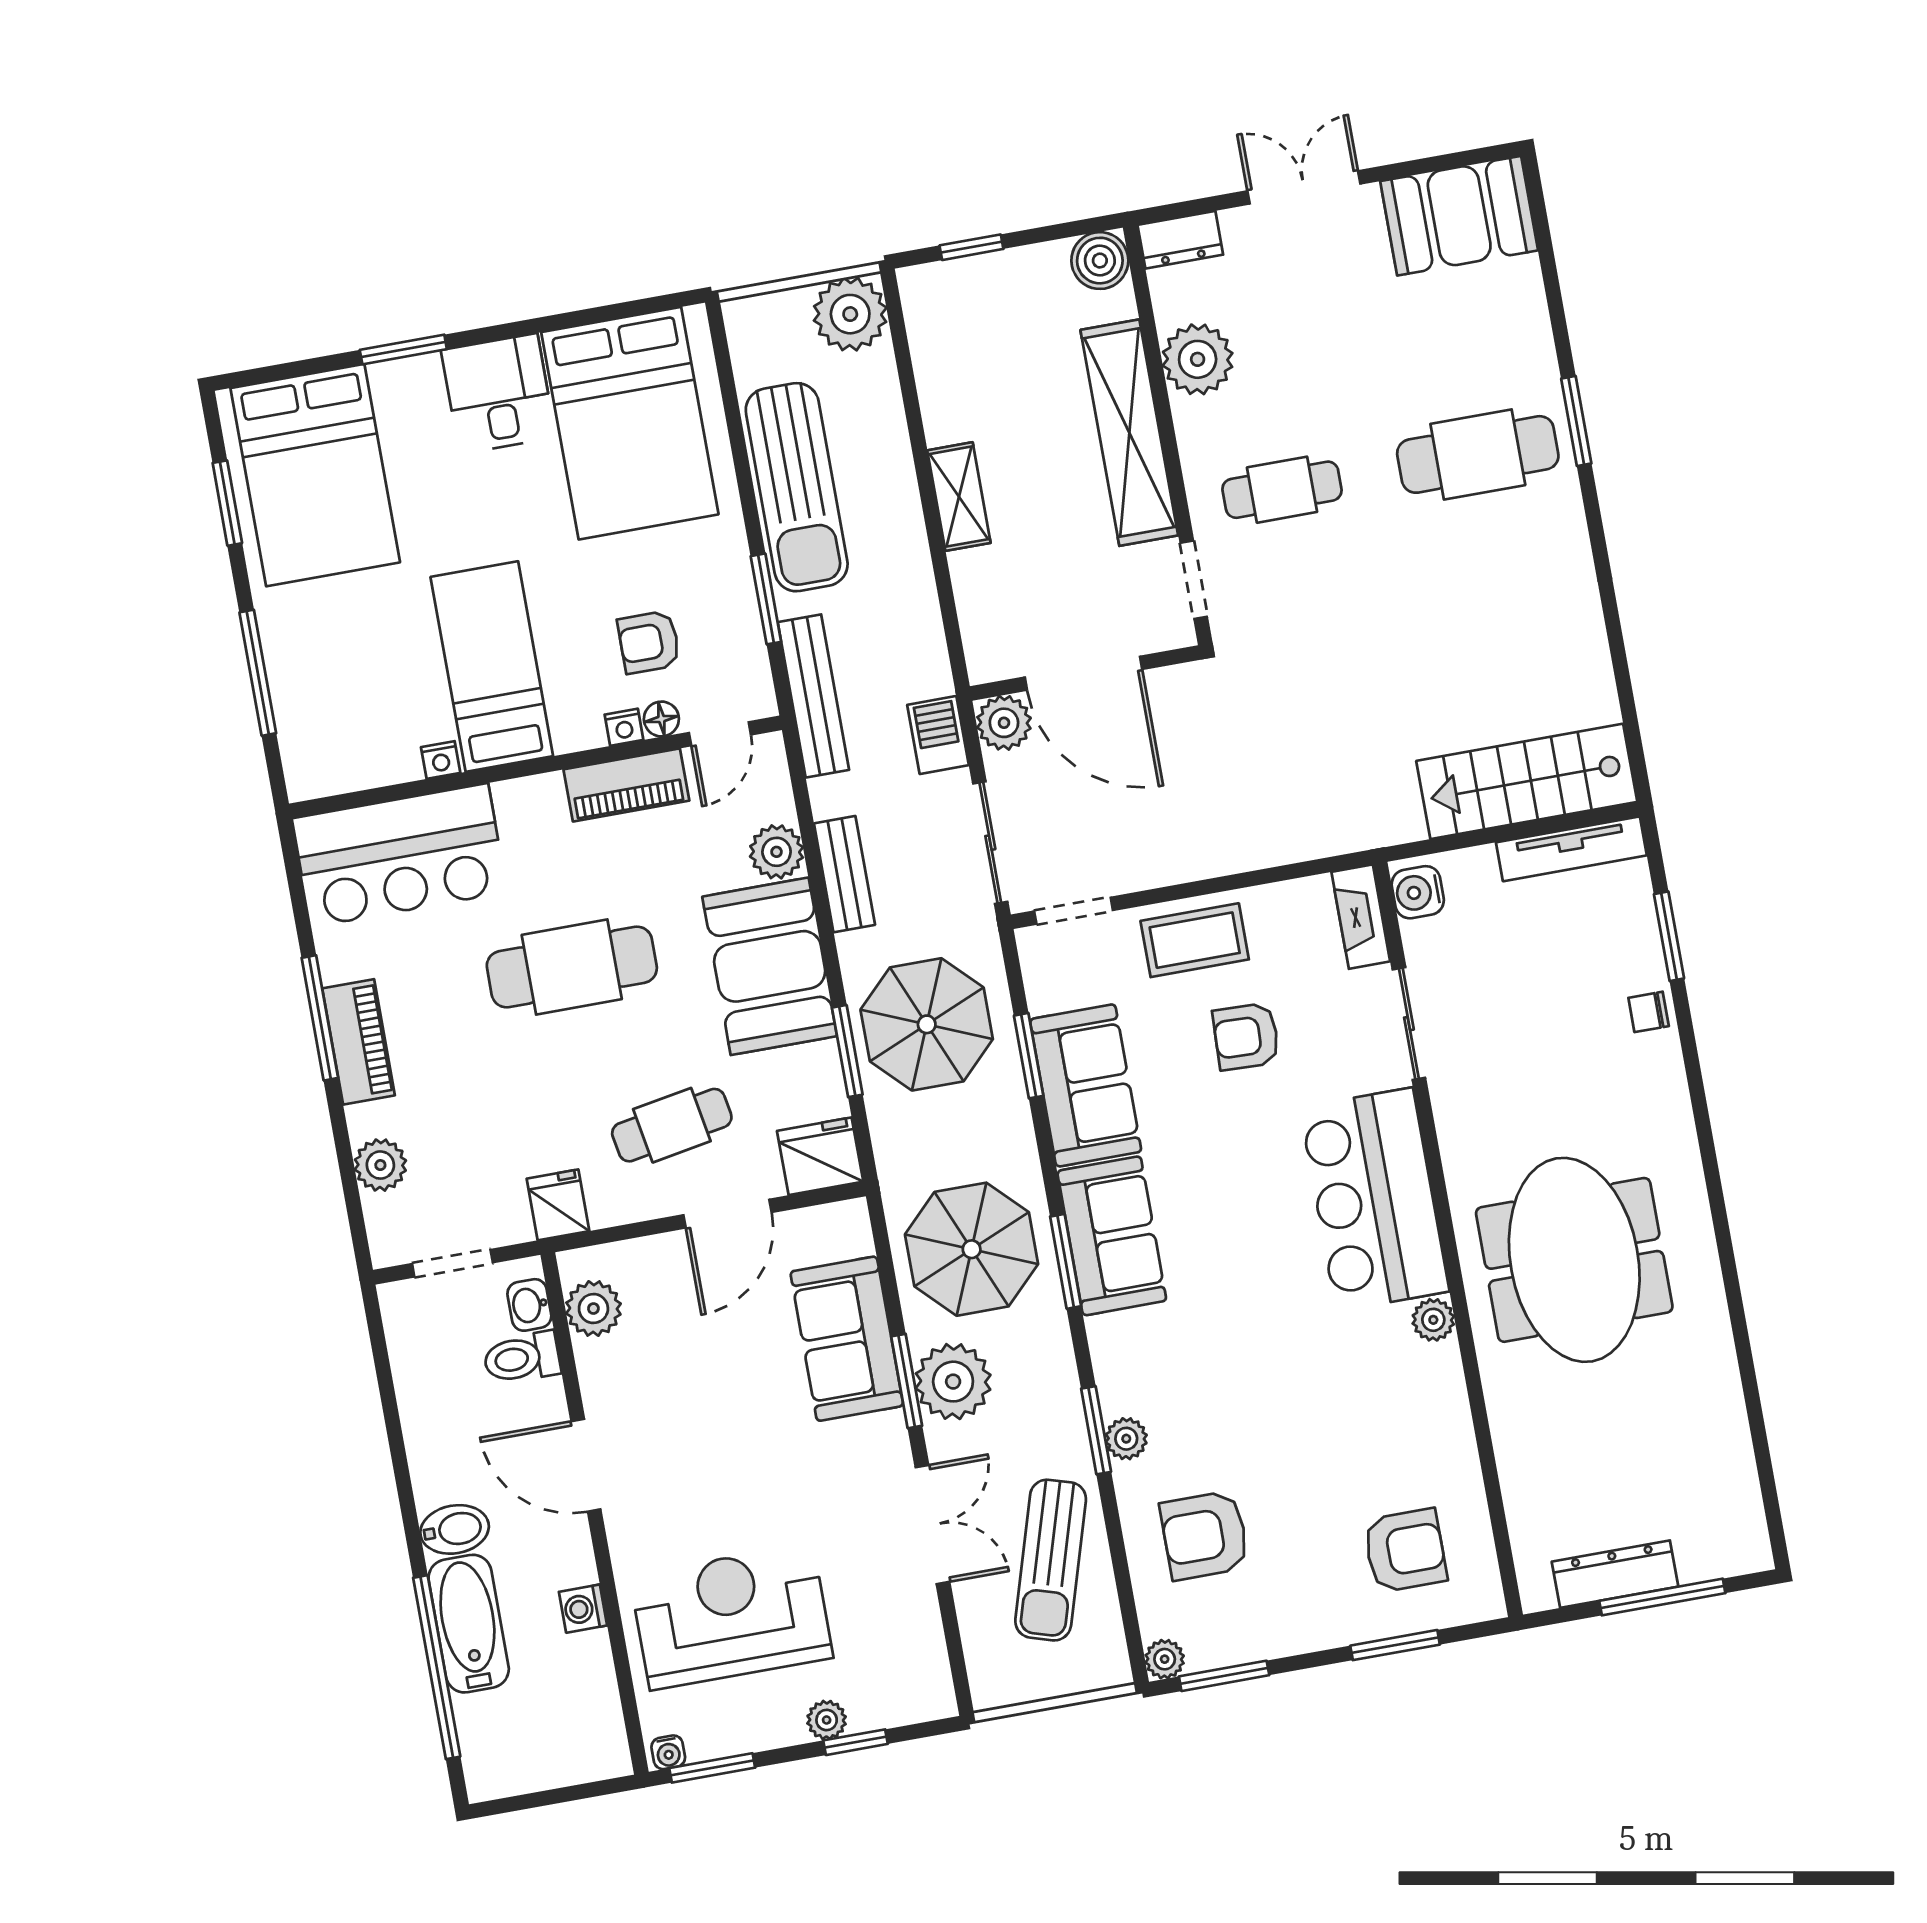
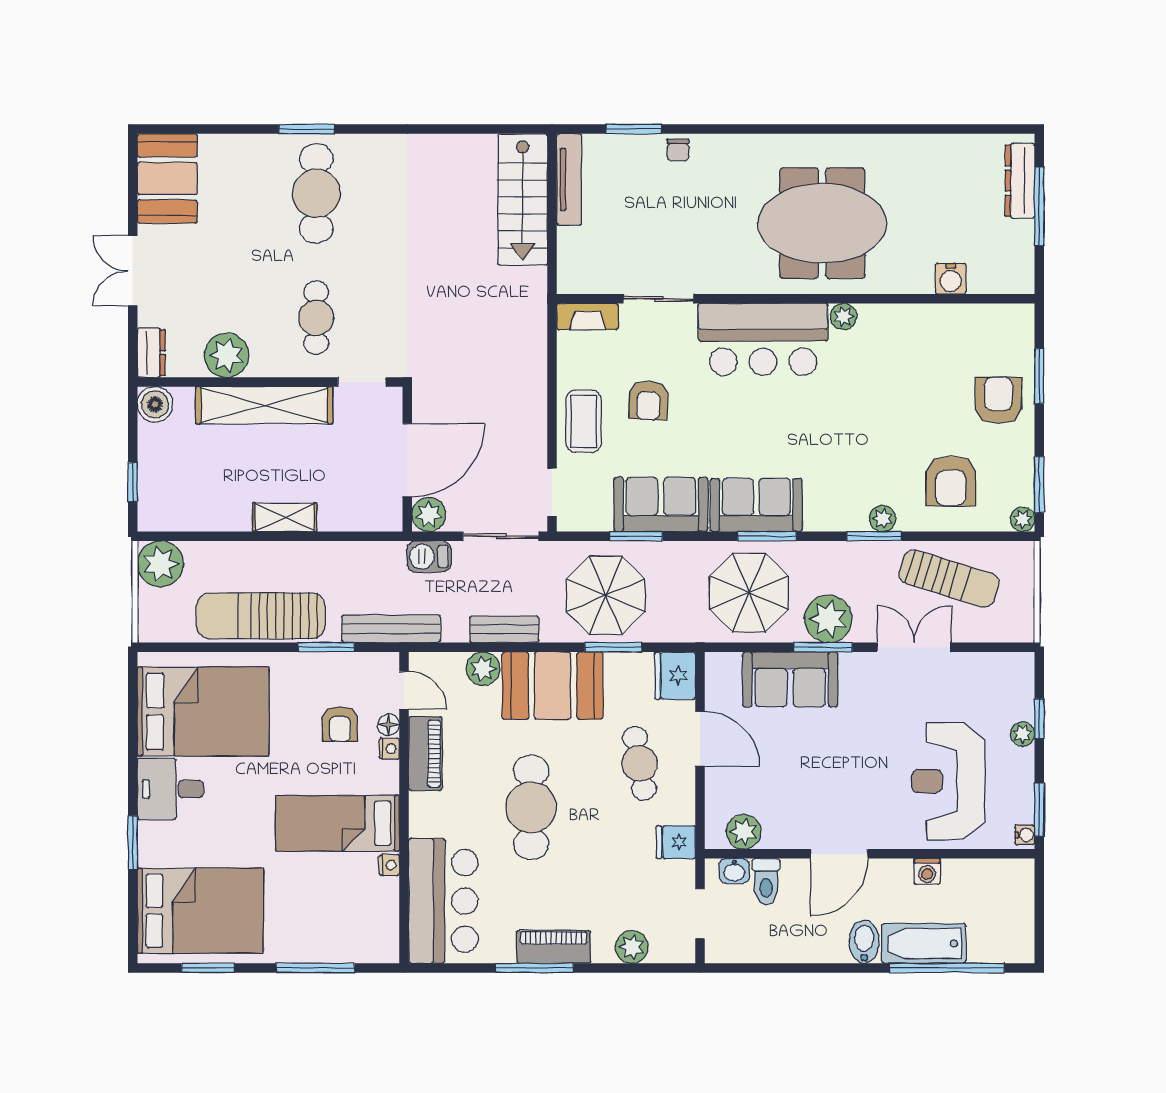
sun lounger: (797, 487) -> (261, 616), turned 180
water cooler: (1418, 892) -> (951, 279), moved
armchair: (1405, 1550) -> (998, 400), moved
dresser: (1615, 1574) -> (1020, 181), moved

